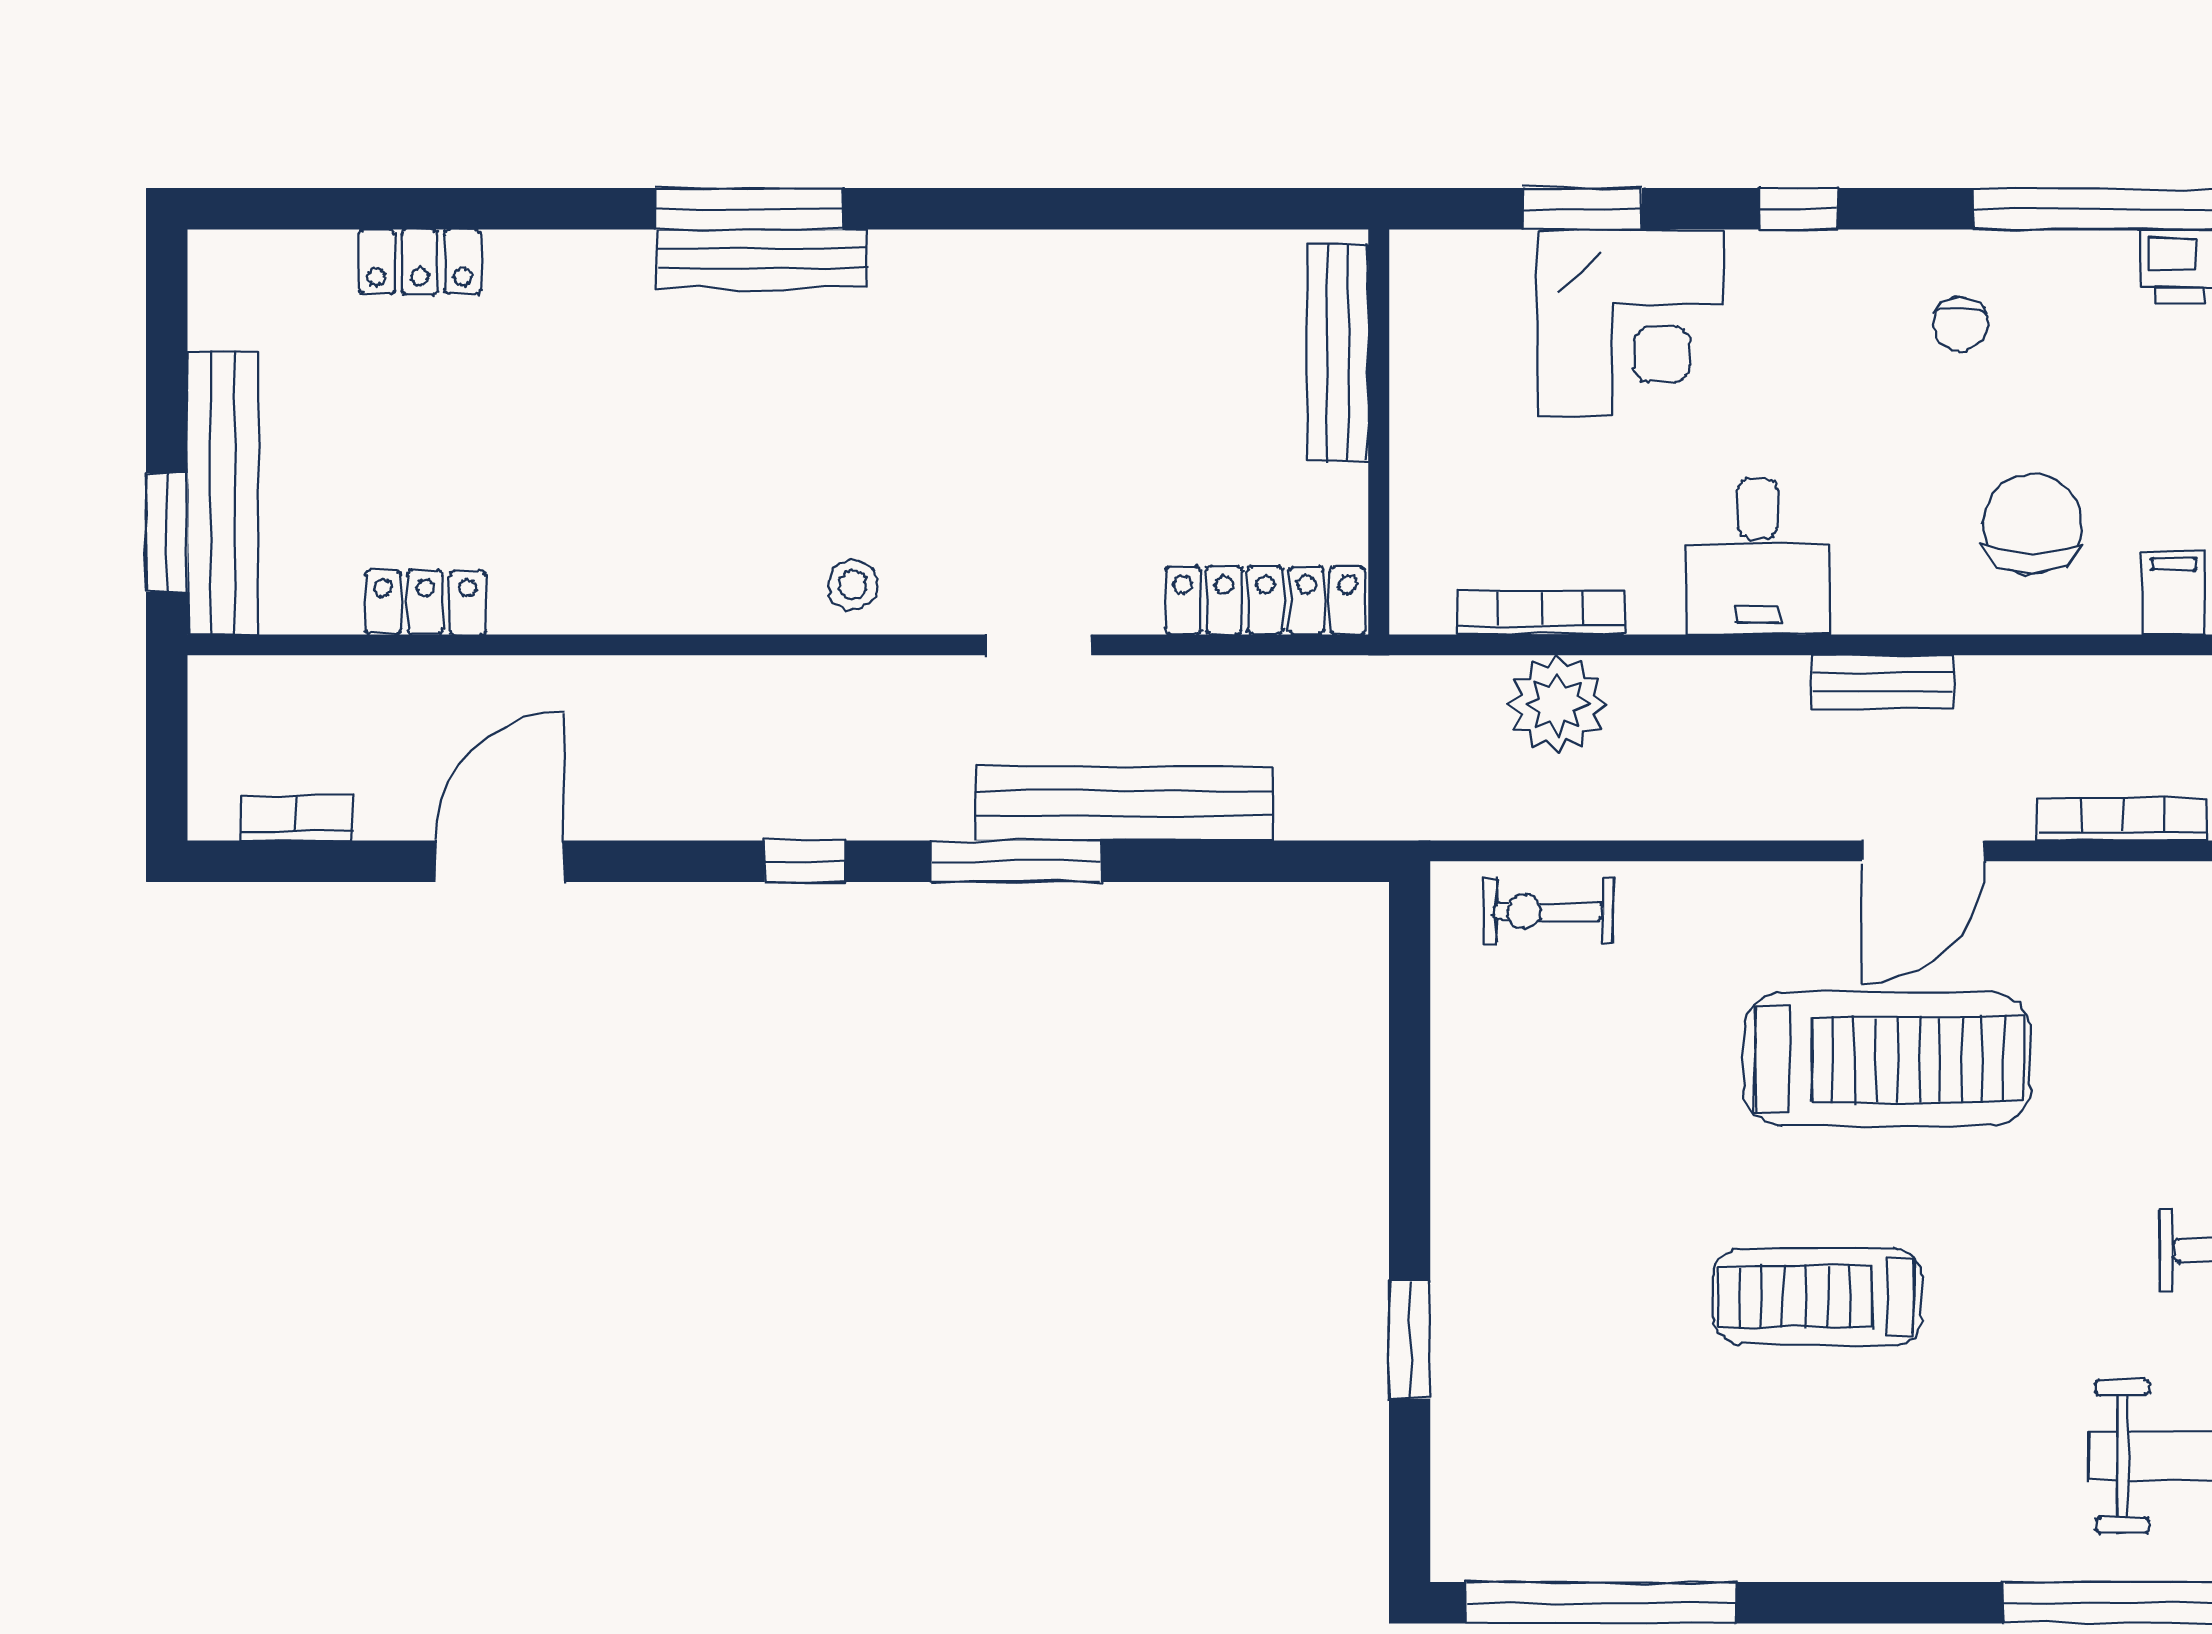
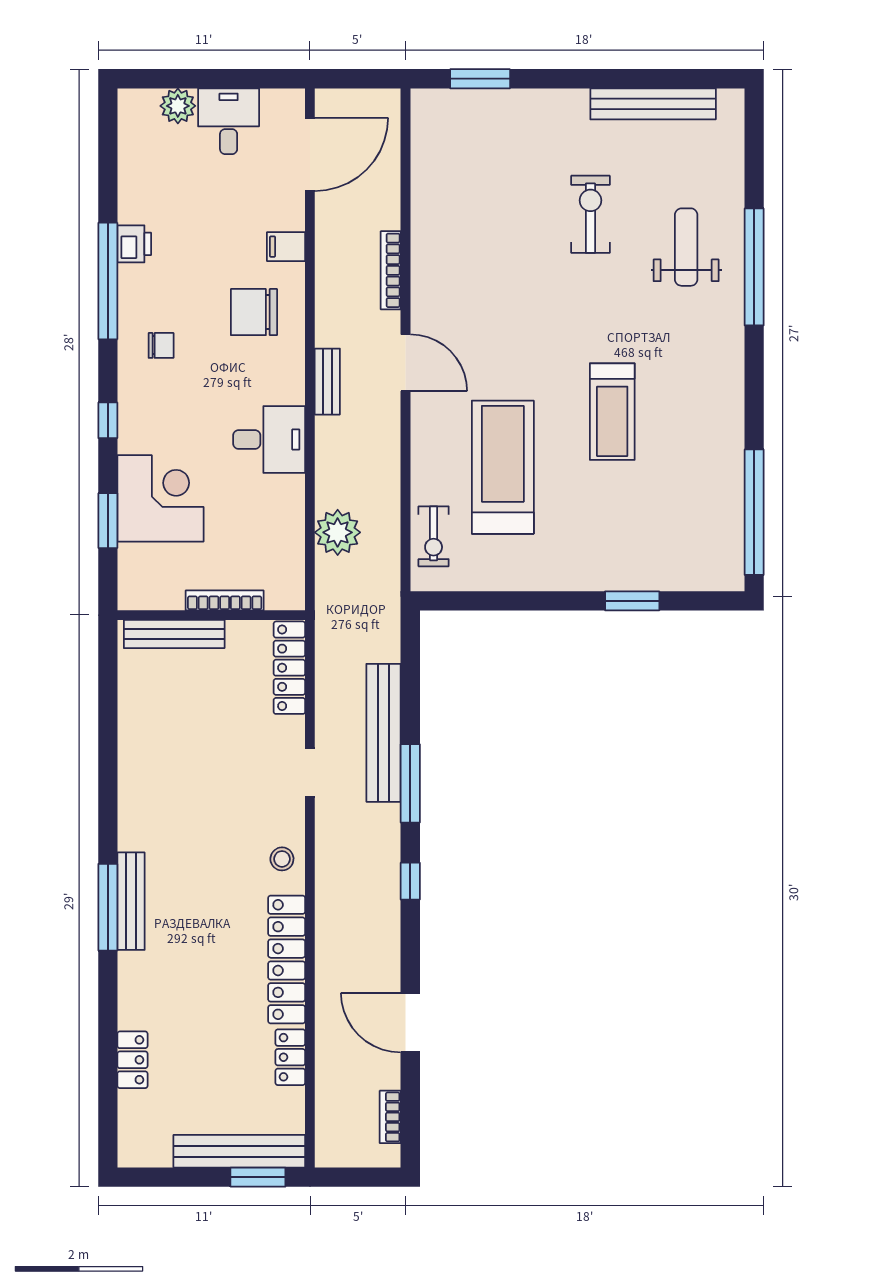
locker: (636, 594) -> (287, 960), added
bookcase: (1541, 613) -> (225, 600), moved, turned 90
treadmill: (1887, 1059) -> (503, 467), moved

